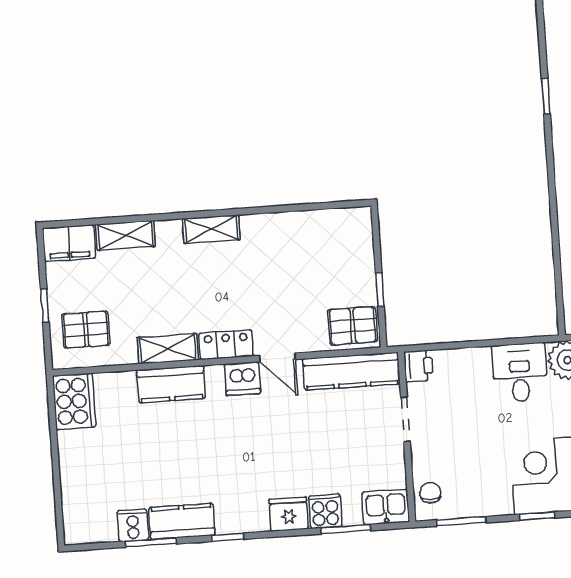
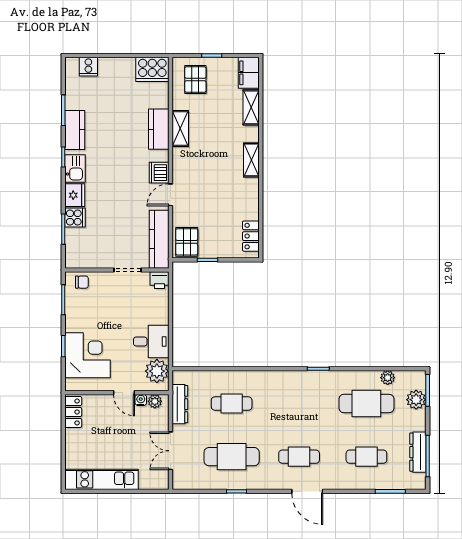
locker: (226, 345) -> (251, 236), moved, turned 180
kitchen sink: (386, 507) -> (75, 168), moved
cooker: (133, 525) -> (88, 67), moved, turned 90

